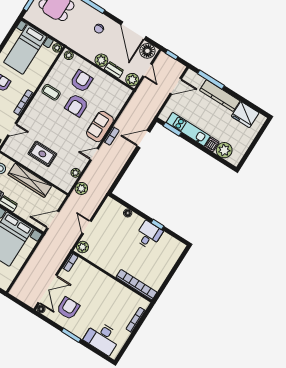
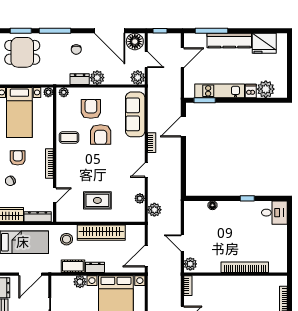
dresser: (114, 70) -> (80, 79), moved
sofa: (100, 127) -> (135, 114), moved, width x1.36
desk: (149, 235) -> (274, 213), moved, turned 90
bookcase: (136, 285) -> (245, 267), moved

